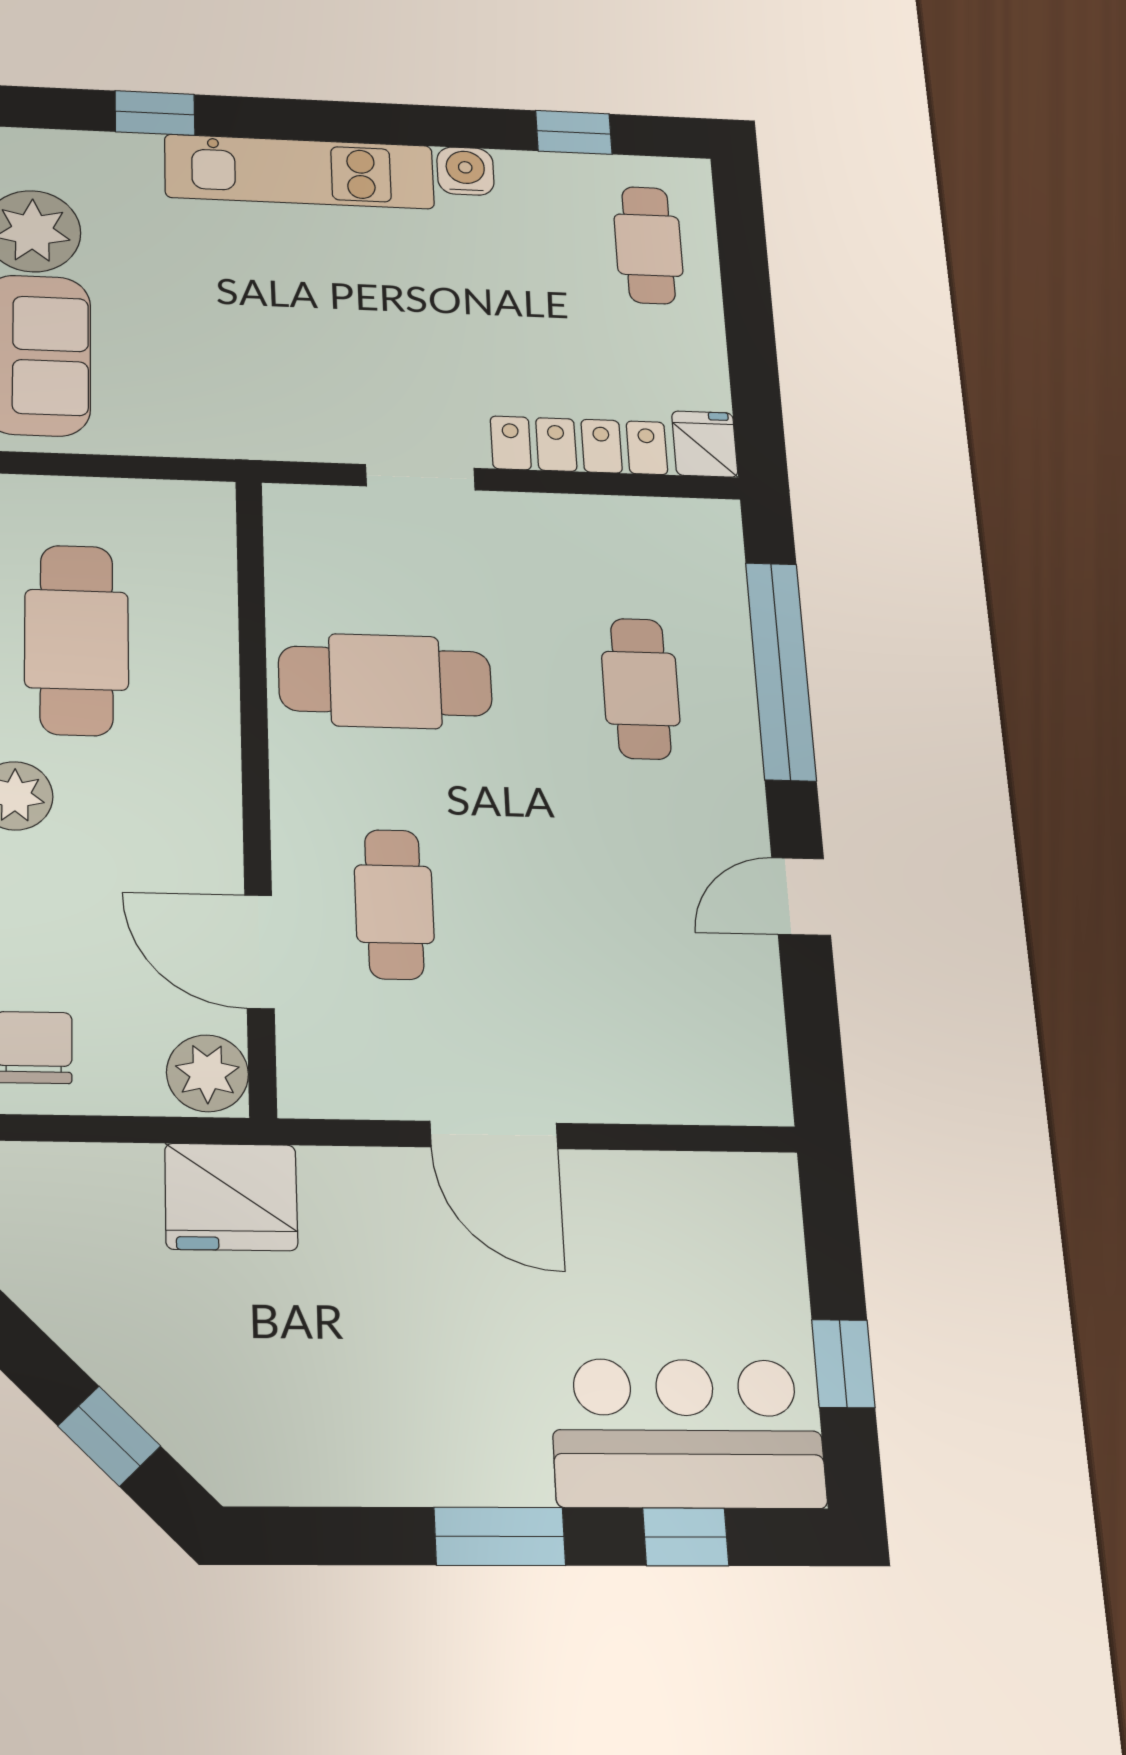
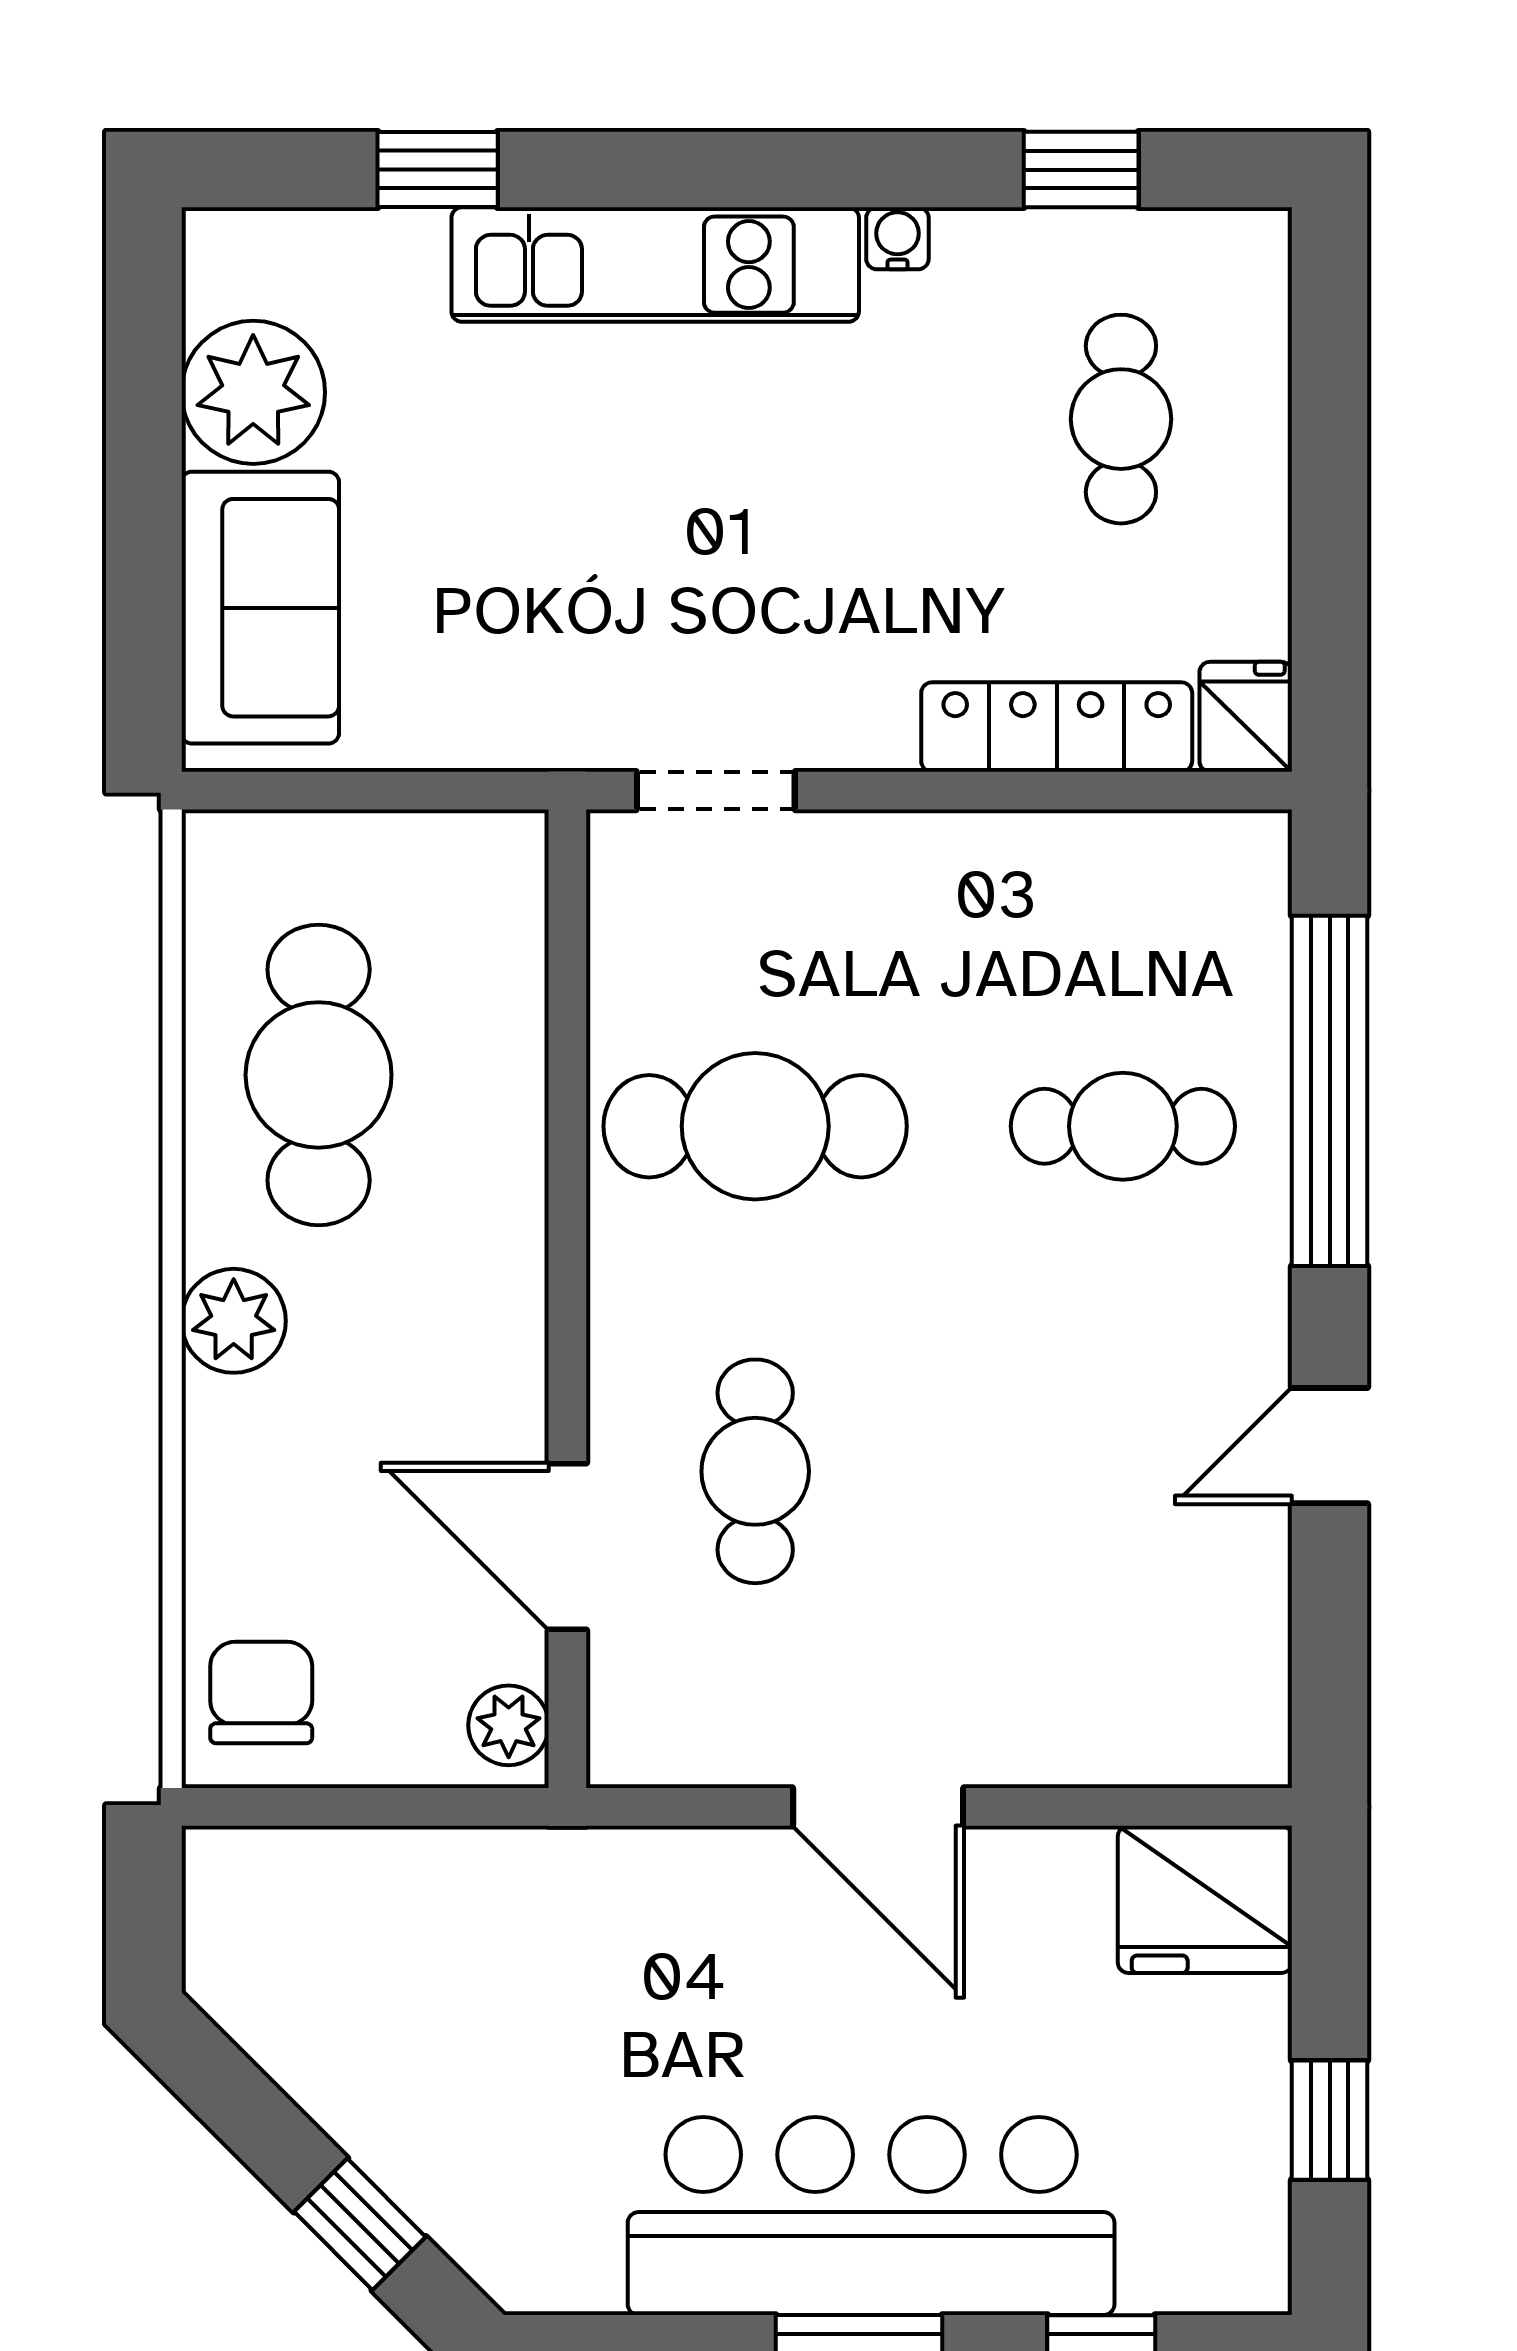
water cooler: (465, 171) -> (897, 238), width x0.72, depth x0.72
cafe table: (648, 245) -> (1121, 419), moved
doorway: (420, 477) -> (716, 791), moved
cafe table: (641, 689) -> (1123, 1126), turned 90
plant: (207, 1073) -> (509, 1725), width x0.73, depth x0.73
fridge: (231, 1197) -> (1205, 1899), moved
bar counter: (688, 1433) -> (871, 2216), moved, width x1.36

